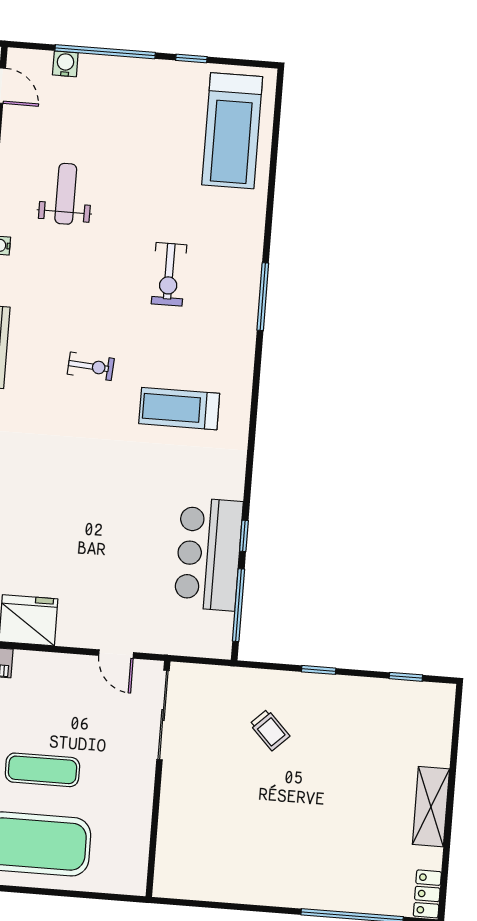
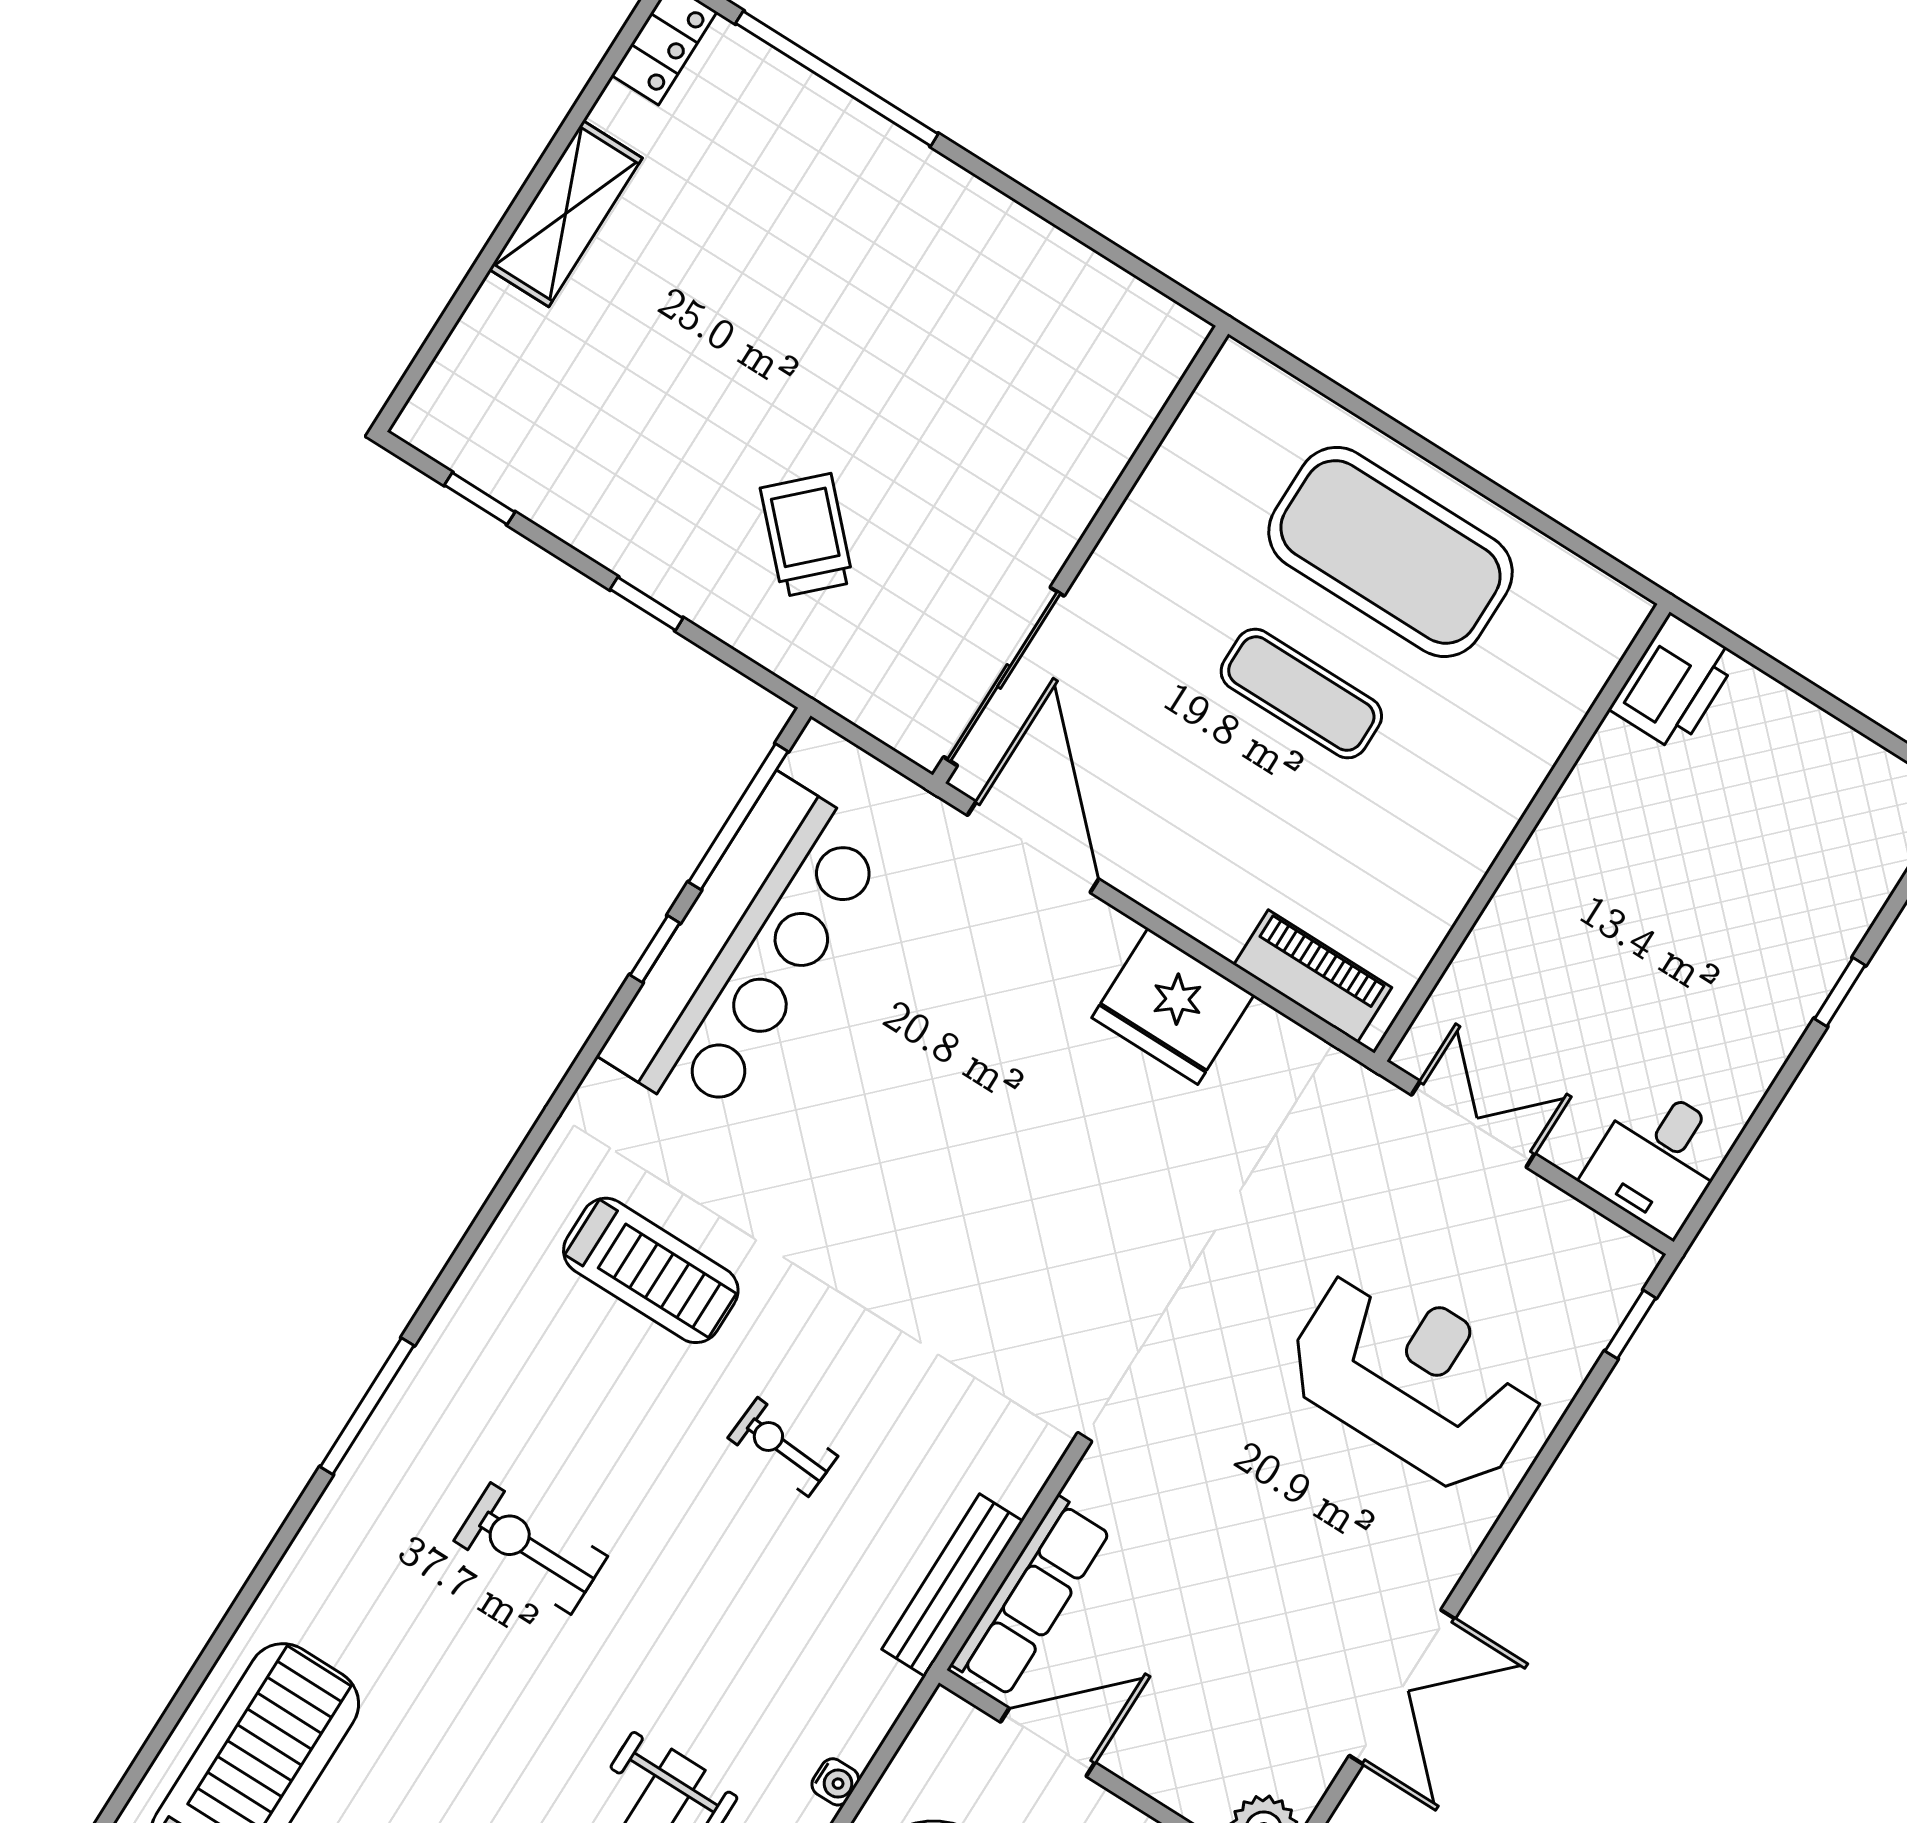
exercise bike: (169, 274) -> (531, 1548), turned -90
bar counter: (209, 554) -> (745, 950), width x1.36
door: (116, 654) -> (1033, 847), width x1.88
trolley: (270, 730) -> (807, 535), width x1.36, depth x1.39

